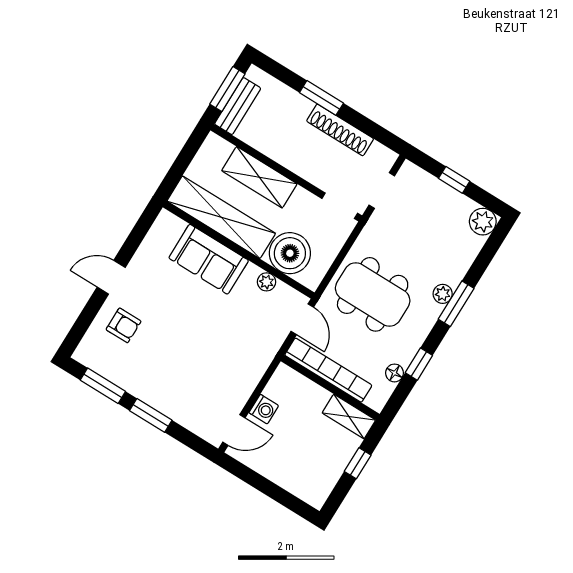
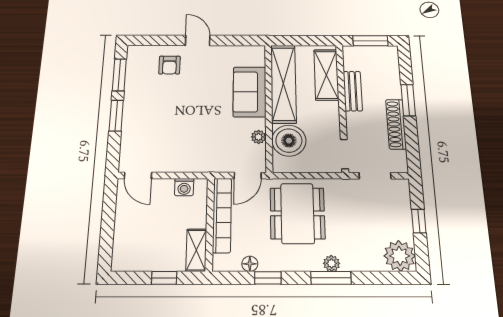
bench: (238, 106) -> (353, 91), moved, turned 90
shelving: (259, 177) -> (326, 75), moved
plant: (483, 222) -> (400, 256), width x1.36, depth x1.36
washing machine: (264, 409) -> (184, 187), moved

